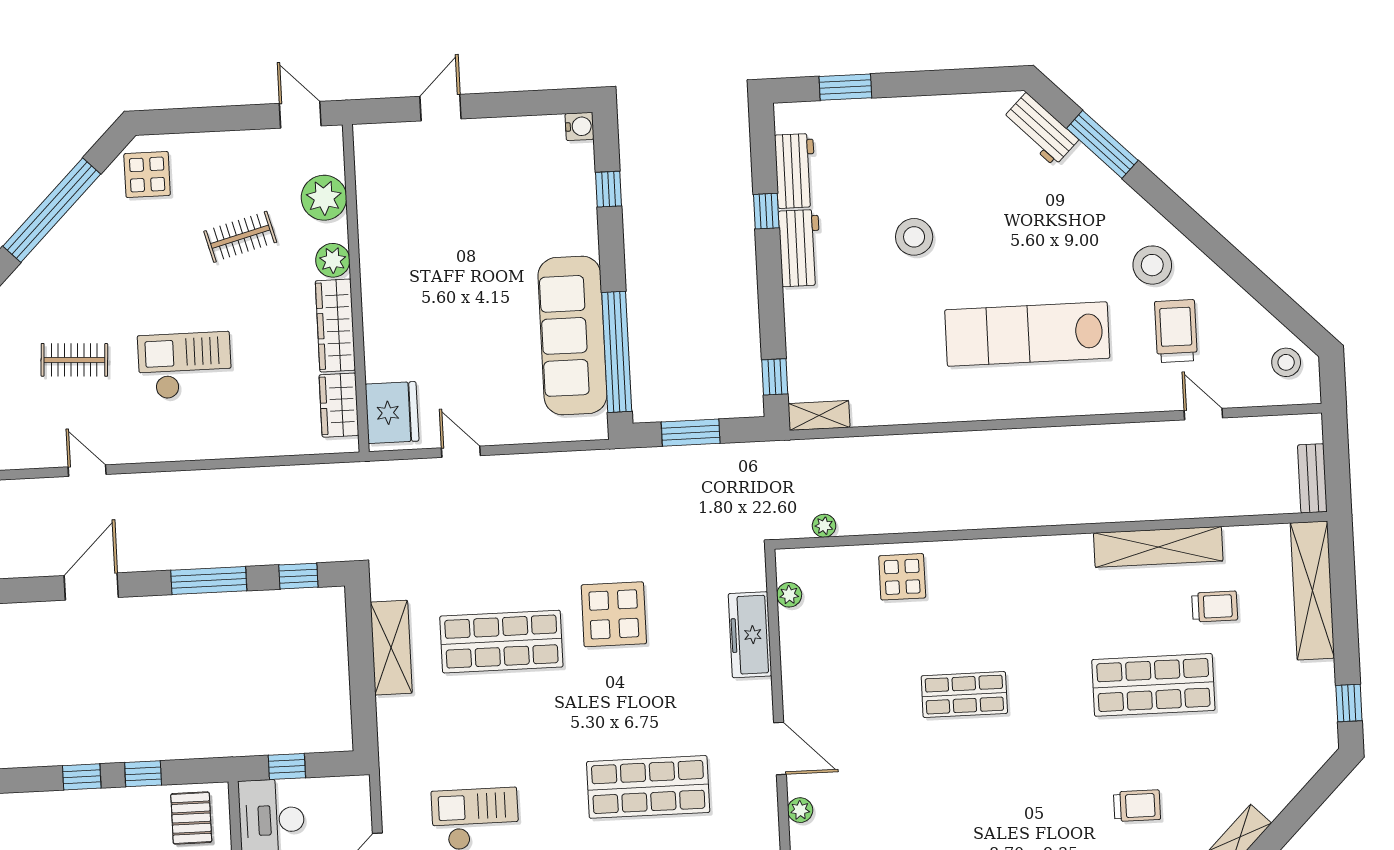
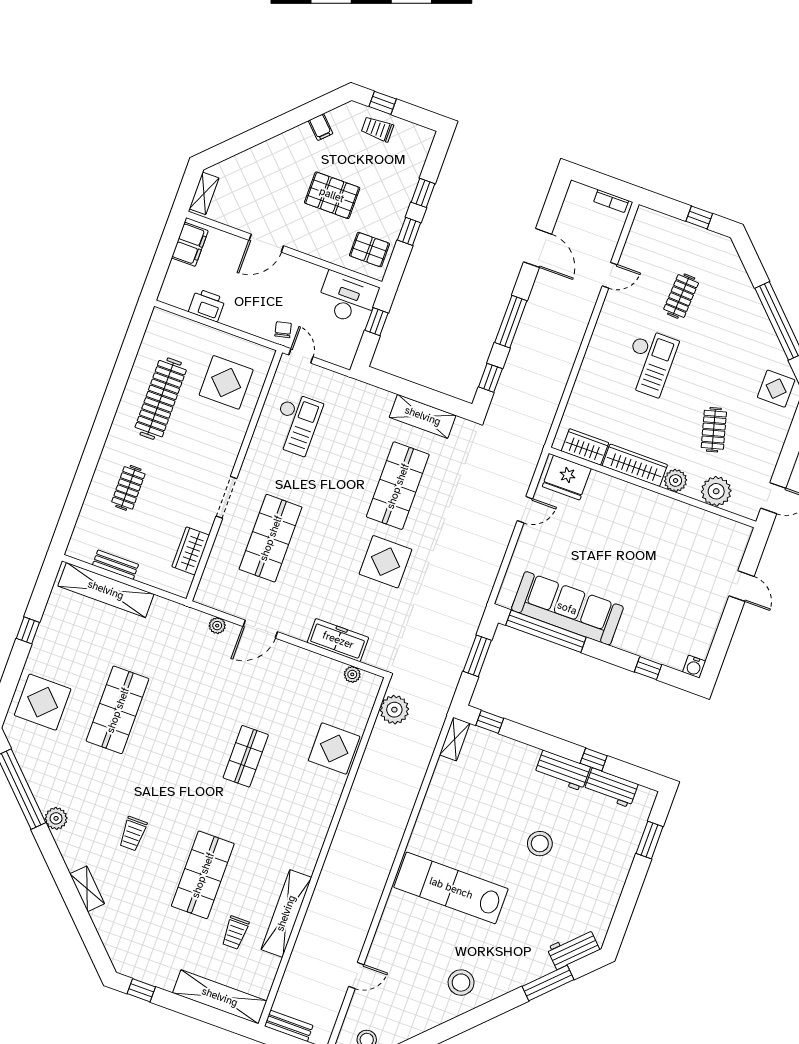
trolley: (1176, 331) -> (414, 980), removed
lab bench: (1027, 334) -> (451, 888), turned -90
plant: (824, 526) -> (394, 710), width x1.88, depth x1.88
display table: (902, 577) -> (334, 748), width x1.36, depth x1.36

